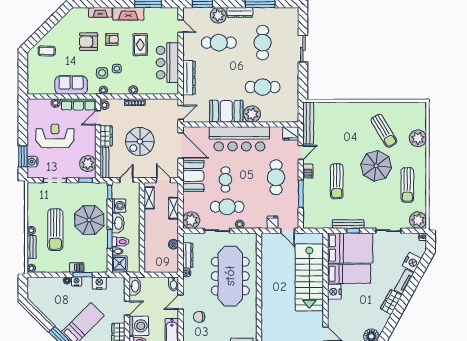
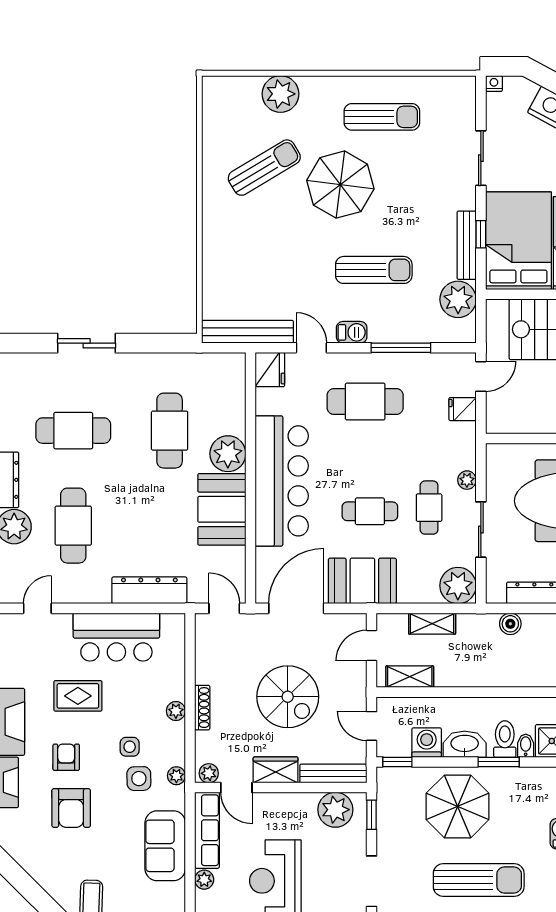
cafe table: (227, 207) -> (429, 508), width x0.73, depth x0.74
plant: (418, 220) -> (458, 299), moved

